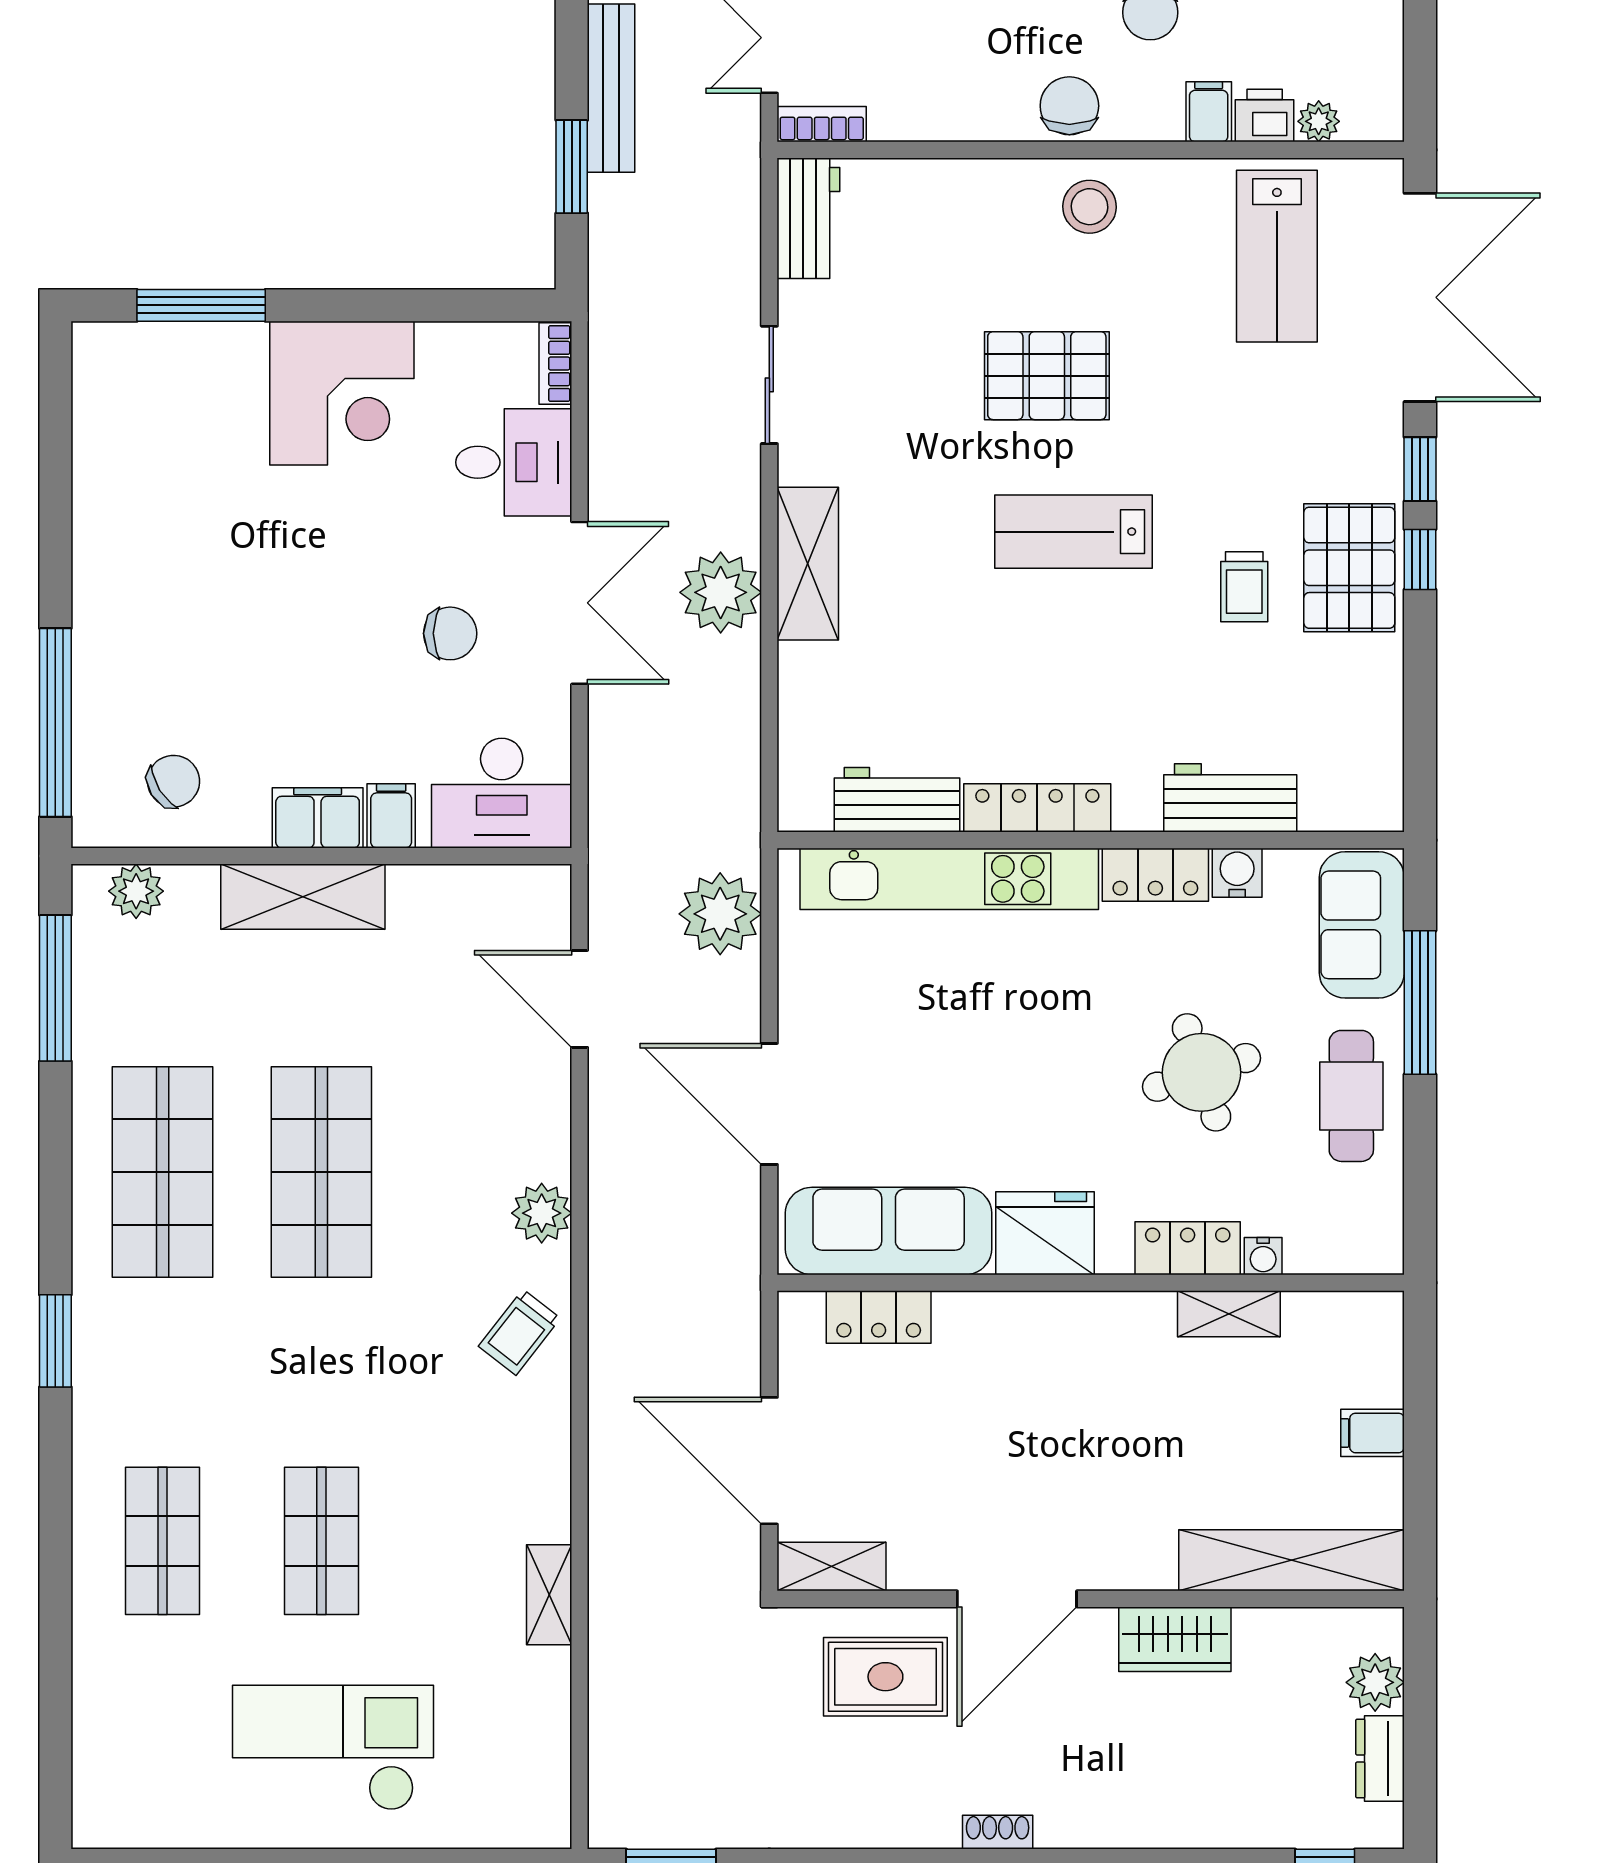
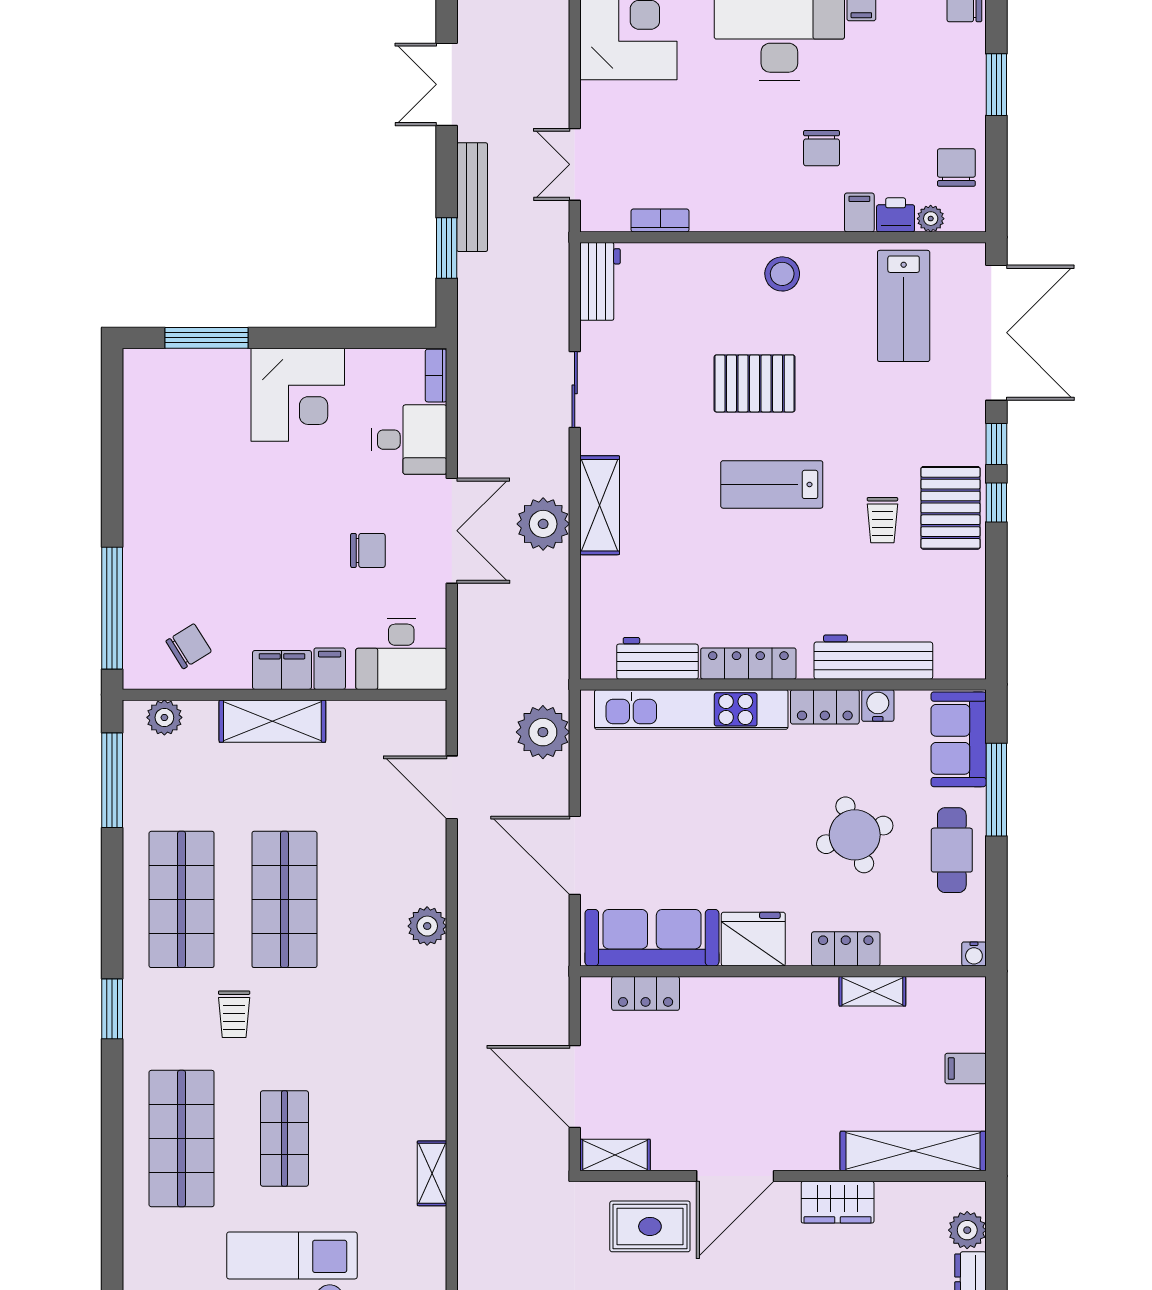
chair: (1069, 106) -> (956, 168), moved
bookcase: (822, 124) -> (660, 220), moved
workbench: (1230, 798) -> (873, 657), width x1.38
water cooler: (1263, 1256) -> (974, 954), moved
trolley: (519, 1332) -> (234, 1014), moved, turned -38
shop shelf: (163, 1541) -> (182, 1139), width x1.43, depth x1.36

